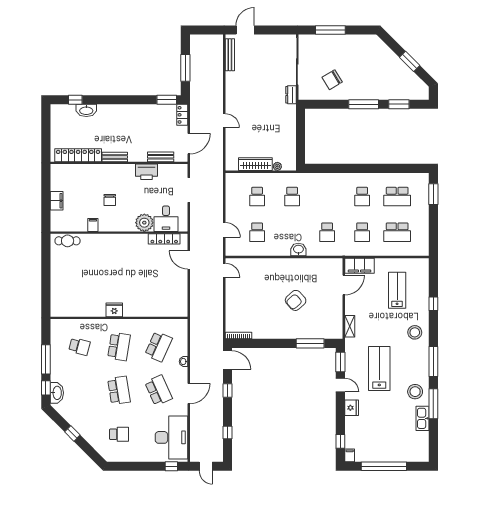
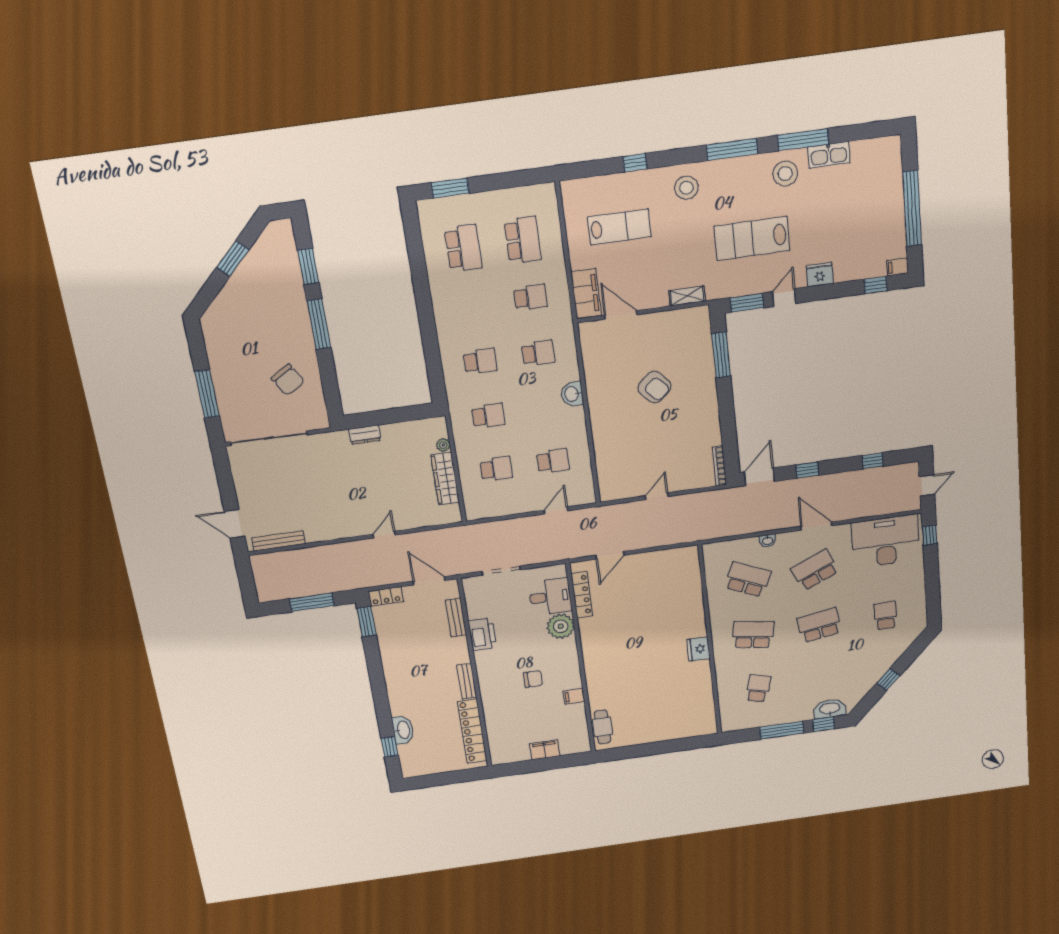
dresser: (291, 95) -> (365, 435), moved
school desk: (362, 197) -> (480, 361), moved
door: (224, 270) -> (657, 496), moved
lab bench: (397, 290) -> (619, 227), turned 180

